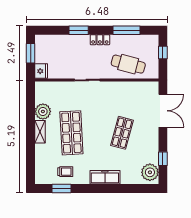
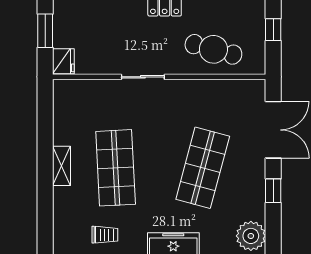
plant: (43, 111) -> (66, 131), removed
shop shelf: (122, 133) -> (203, 168), width x1.43, depth x1.36
window: (163, 159) -> (273, 191), moved

